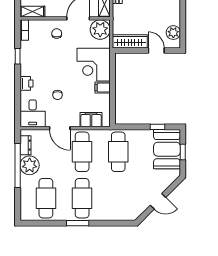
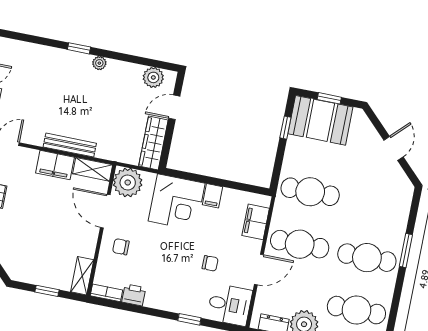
window: (18, 56) -> (189, 319), moved
printer: (26, 83) -> (134, 295), moved
window: (78, 223) -> (406, 250), moved

